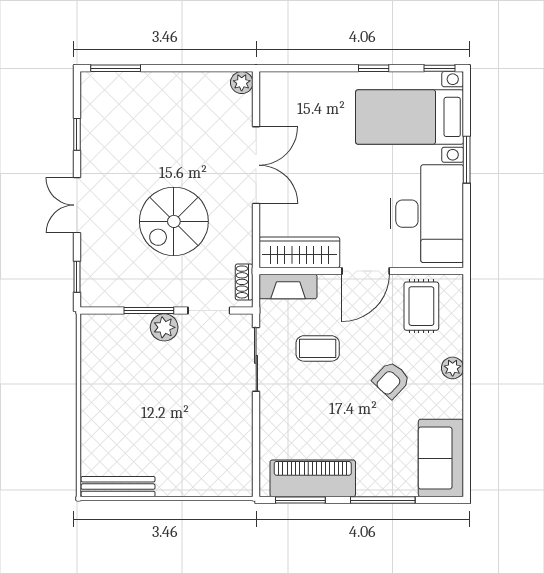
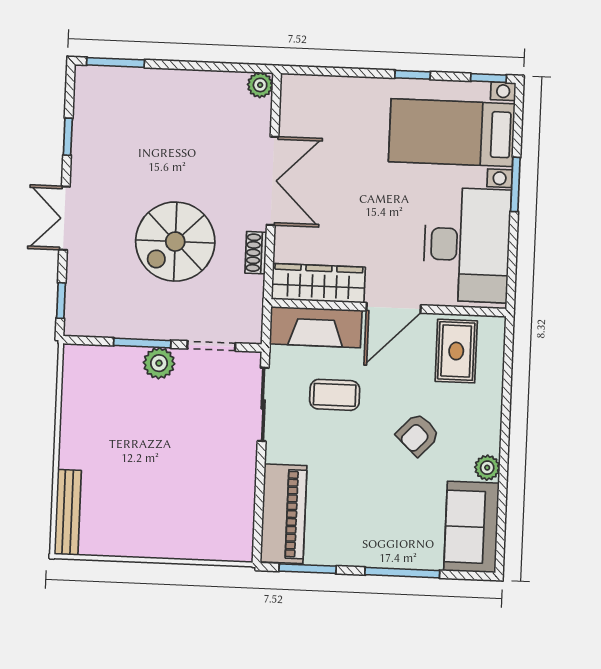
shoe rack: (244, 282) -> (256, 253), moved
fireplace: (288, 287) -> (316, 327), width x1.37, depth x1.32
plant: (453, 368) -> (487, 468), moved
piano: (313, 478) -> (284, 514), moved, turned 90
bench: (118, 487) -> (68, 512), moved, turned 90

